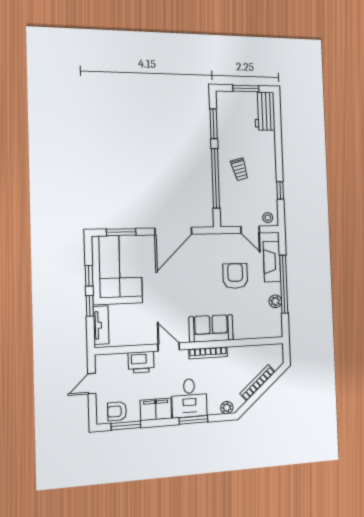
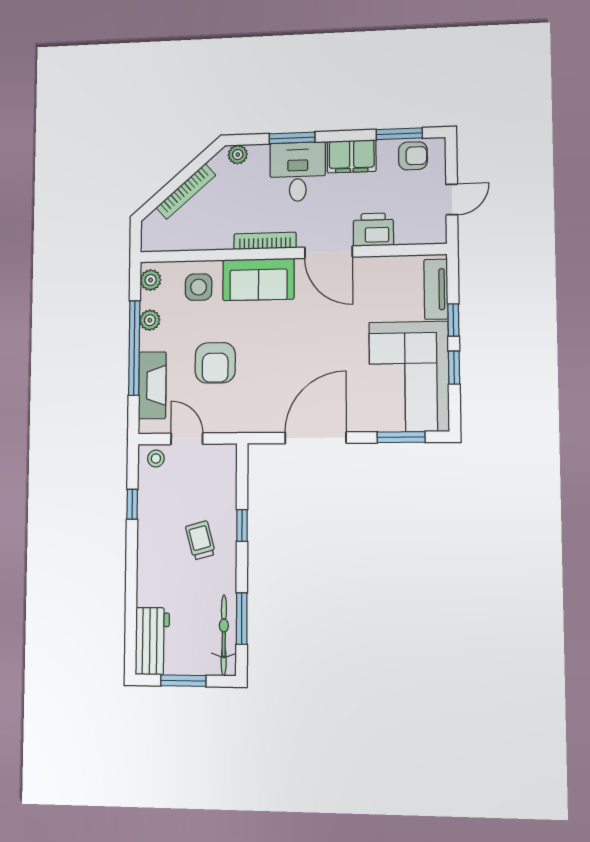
bicycle: (224, 114) -> (224, 635), added
window: (215, 178) -> (242, 525), width x0.32
side table: (247, 323) -> (199, 287), added
plant: (276, 326) -> (151, 280), added
door: (169, 347) -> (329, 252), width x1.37

